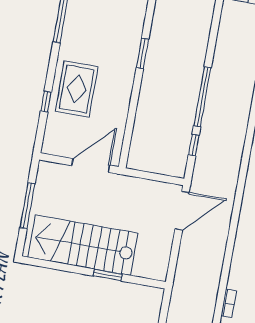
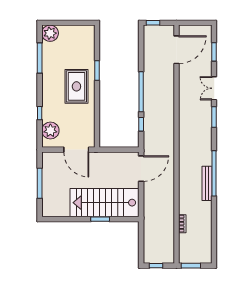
rug: (77, 89) -> (76, 86), moved
plant: (57, 130) -> (50, 131), added
door: (91, 165) -> (76, 150), swing flipped
stairs: (83, 245) -> (104, 203), moved

